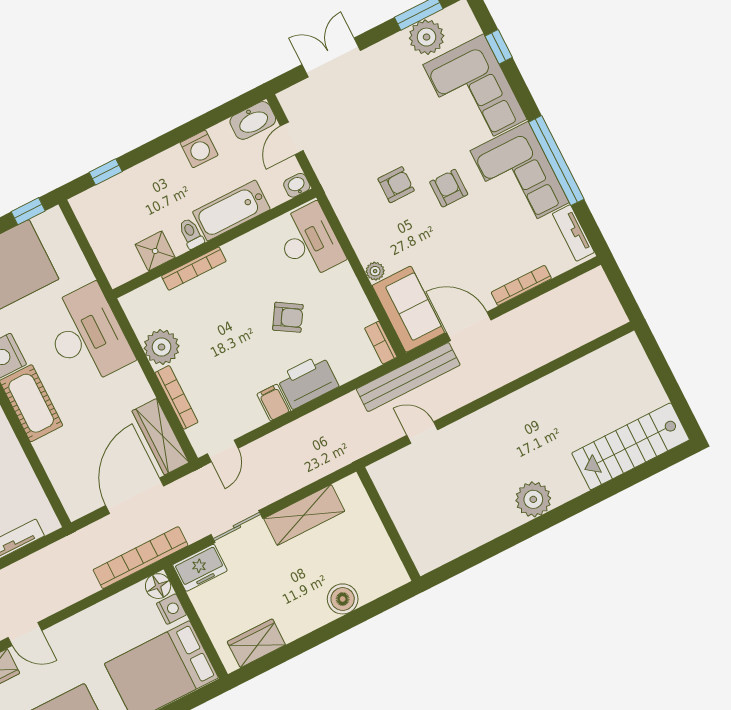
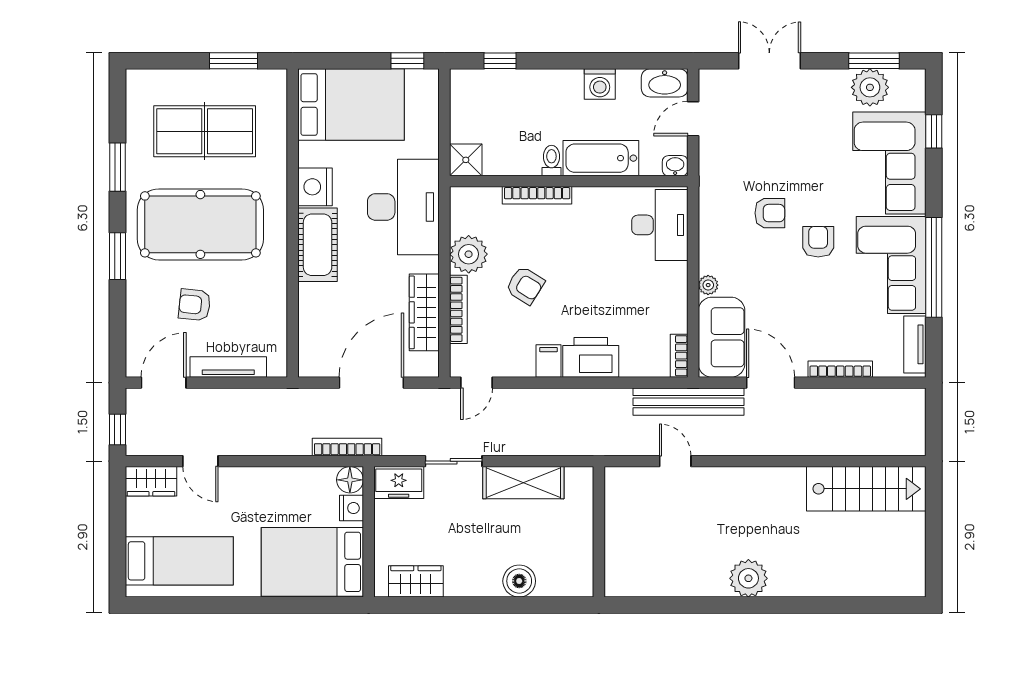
shower: (155, 251) -> (466, 160), moved
armchair: (288, 317) -> (525, 285), moved
wardrobe: (161, 437) -> (424, 312), moved
stairs: (631, 446) -> (866, 489), moved, turned 180
bookcase: (141, 558) -> (347, 447), width x0.68, depth x0.76

